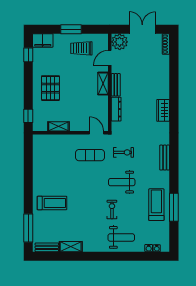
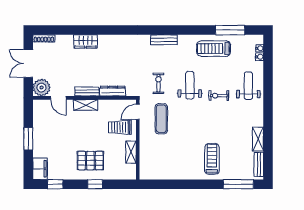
trolley: (81, 48) -> (120, 127), moved, turned 90
wardrobe: (163, 110) -> (85, 41), moved
window: (28, 116) -> (95, 184), moved
weight bench: (122, 182) -> (190, 85), turned 180
window: (174, 207) -> (230, 30), moved

